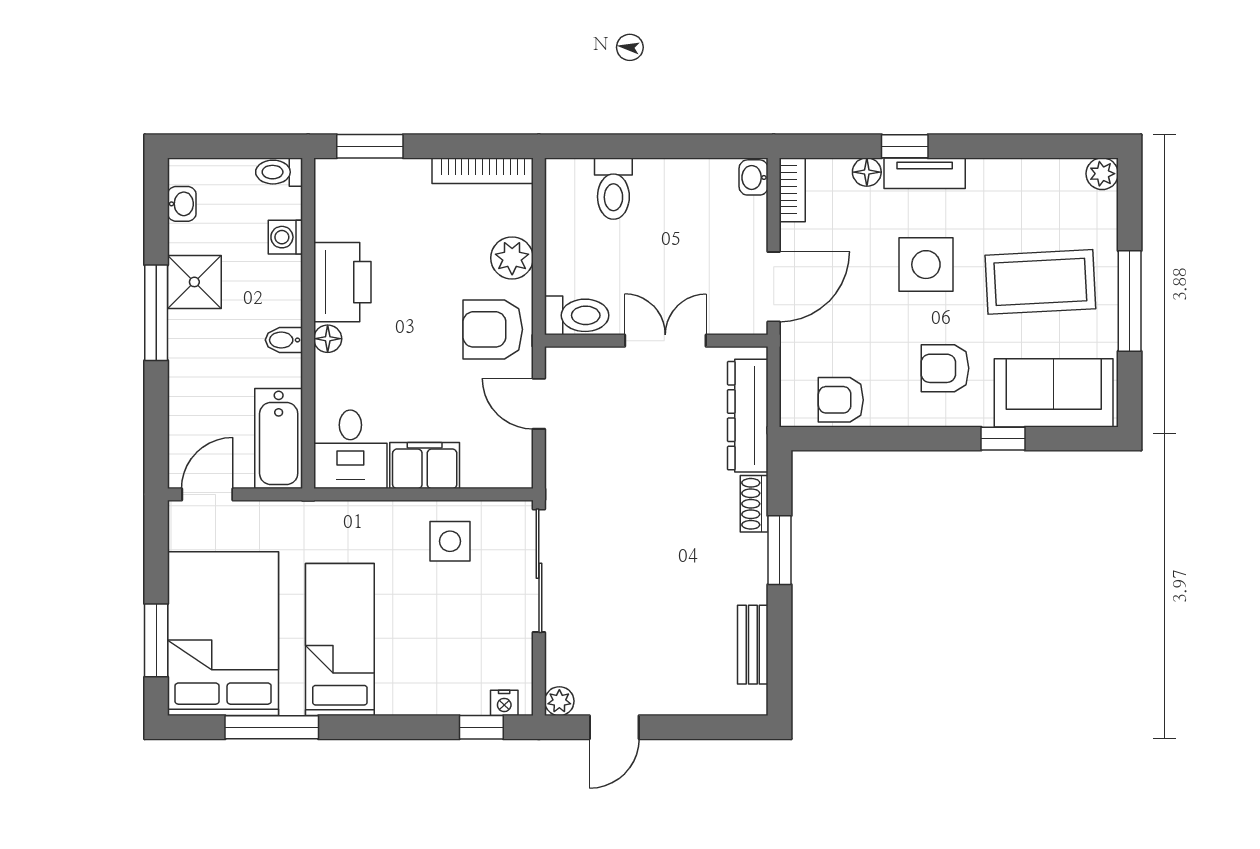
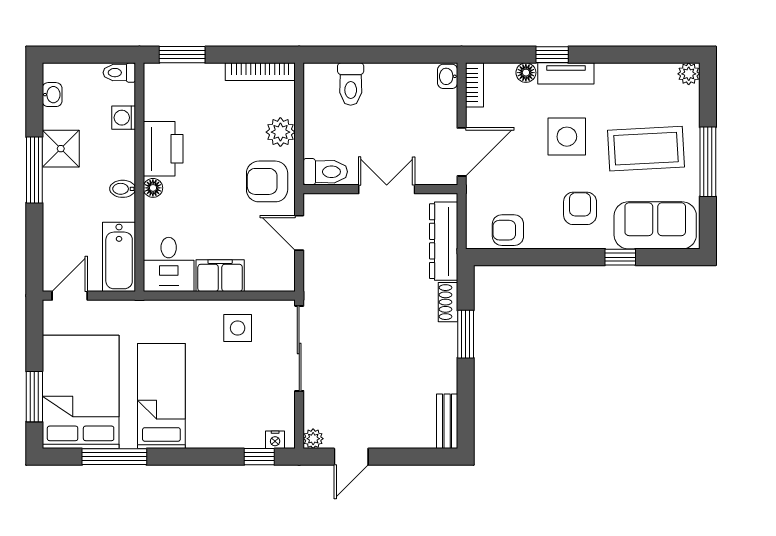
armchair: (945, 368) -> (580, 208), turned 90
bench: (753, 645) -> (447, 421), moved

